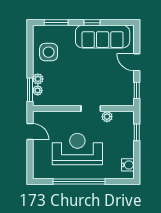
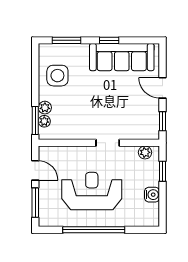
plant: (107, 117) -> (145, 152), moved
window: (30, 159) -> (35, 203), added
water cooler: (128, 165) -> (152, 195), moved

